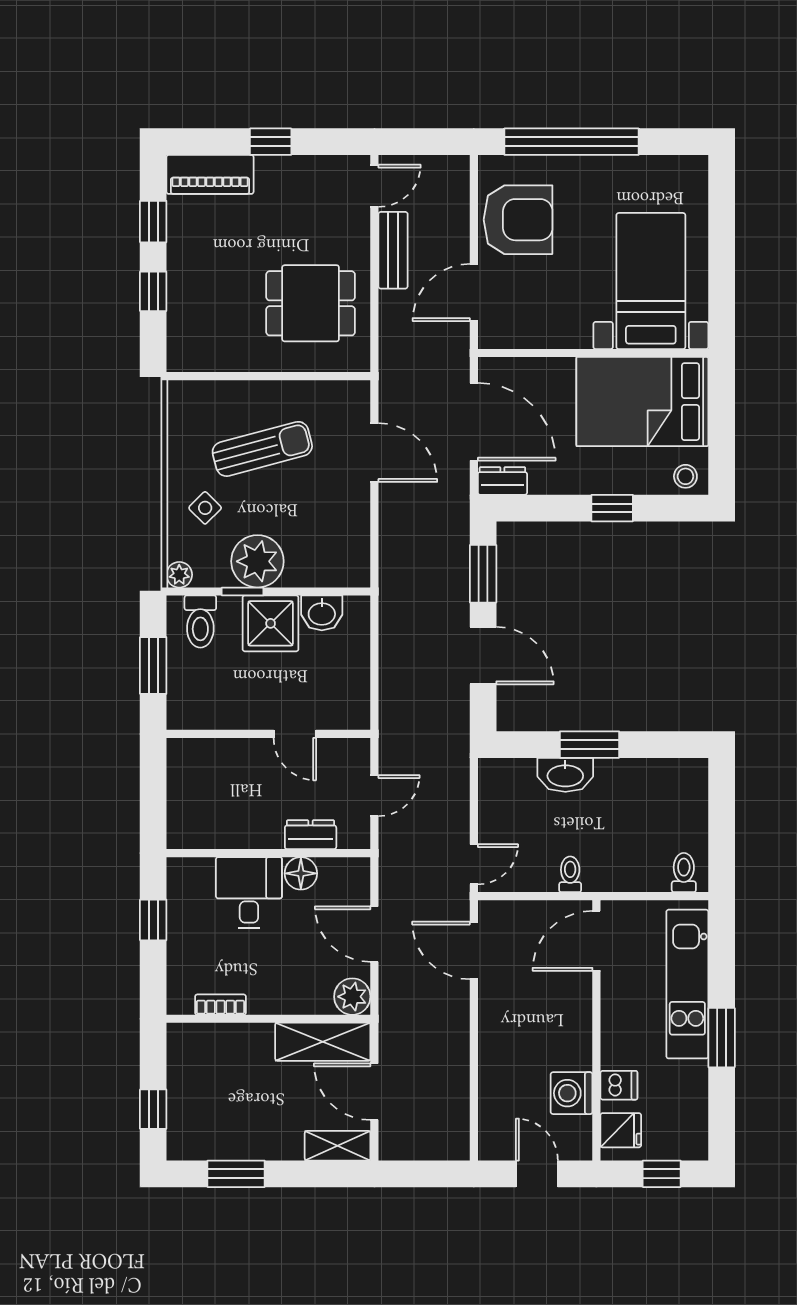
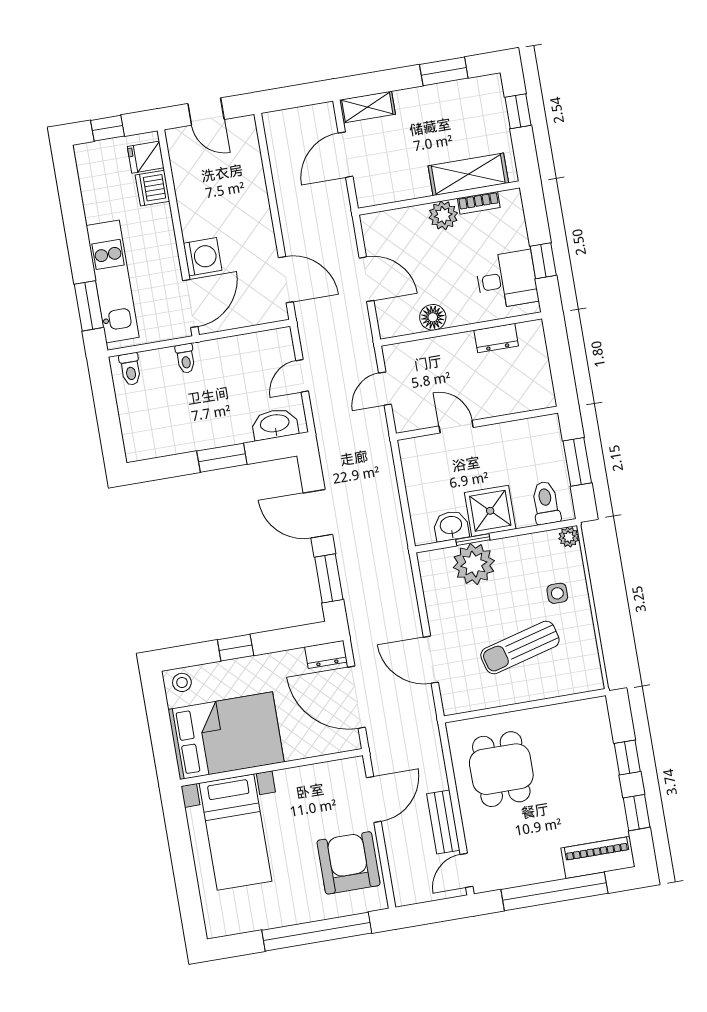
window: (271, 142) -> (554, 891), width x3.17
armchair: (518, 220) -> (349, 863), turned 90
dining table: (311, 303) -> (501, 769), turned 90
side table: (205, 508) -> (557, 593), turned 45
plant: (257, 561) -> (474, 564), moved
window: (243, 591) -> (473, 540), moved
washbasin: (565, 775) -> (275, 424), moved
dresser: (311, 835) -> (496, 338), moved
door: (474, 864) -> (302, 376), moved
toilet: (570, 874) -> (185, 358), moved
desk: (249, 893) -> (507, 280), moved, turned -90
plant: (352, 997) -> (443, 215), moved
window: (722, 1038) -> (89, 306), moved
shelving: (323, 1042) -> (468, 174), moved
dishwasher: (619, 1085) -> (152, 188), width x1.38
door: (374, 1092) -> (345, 155), swing flipped
washing machine: (571, 1093) -> (203, 257), moved

